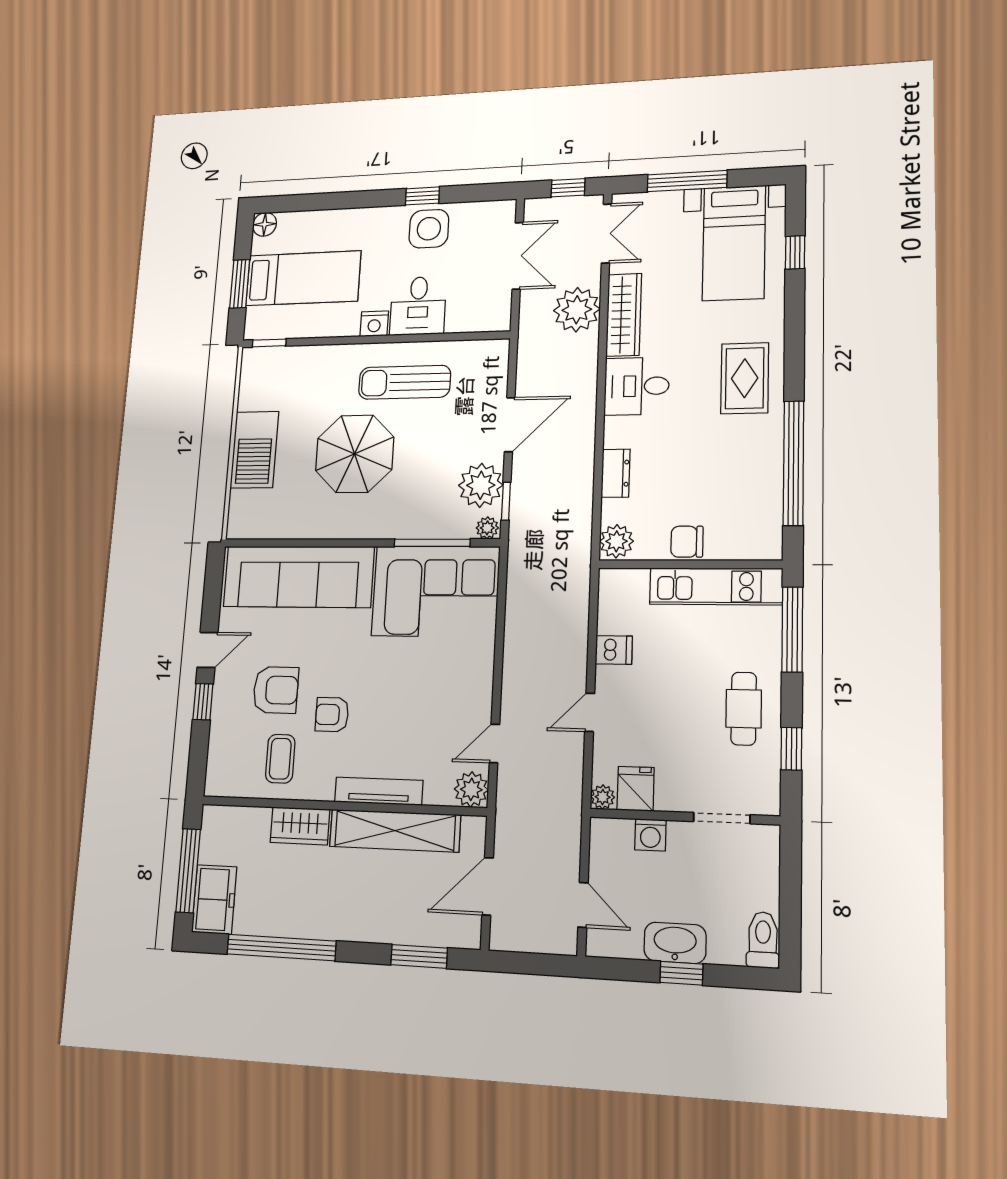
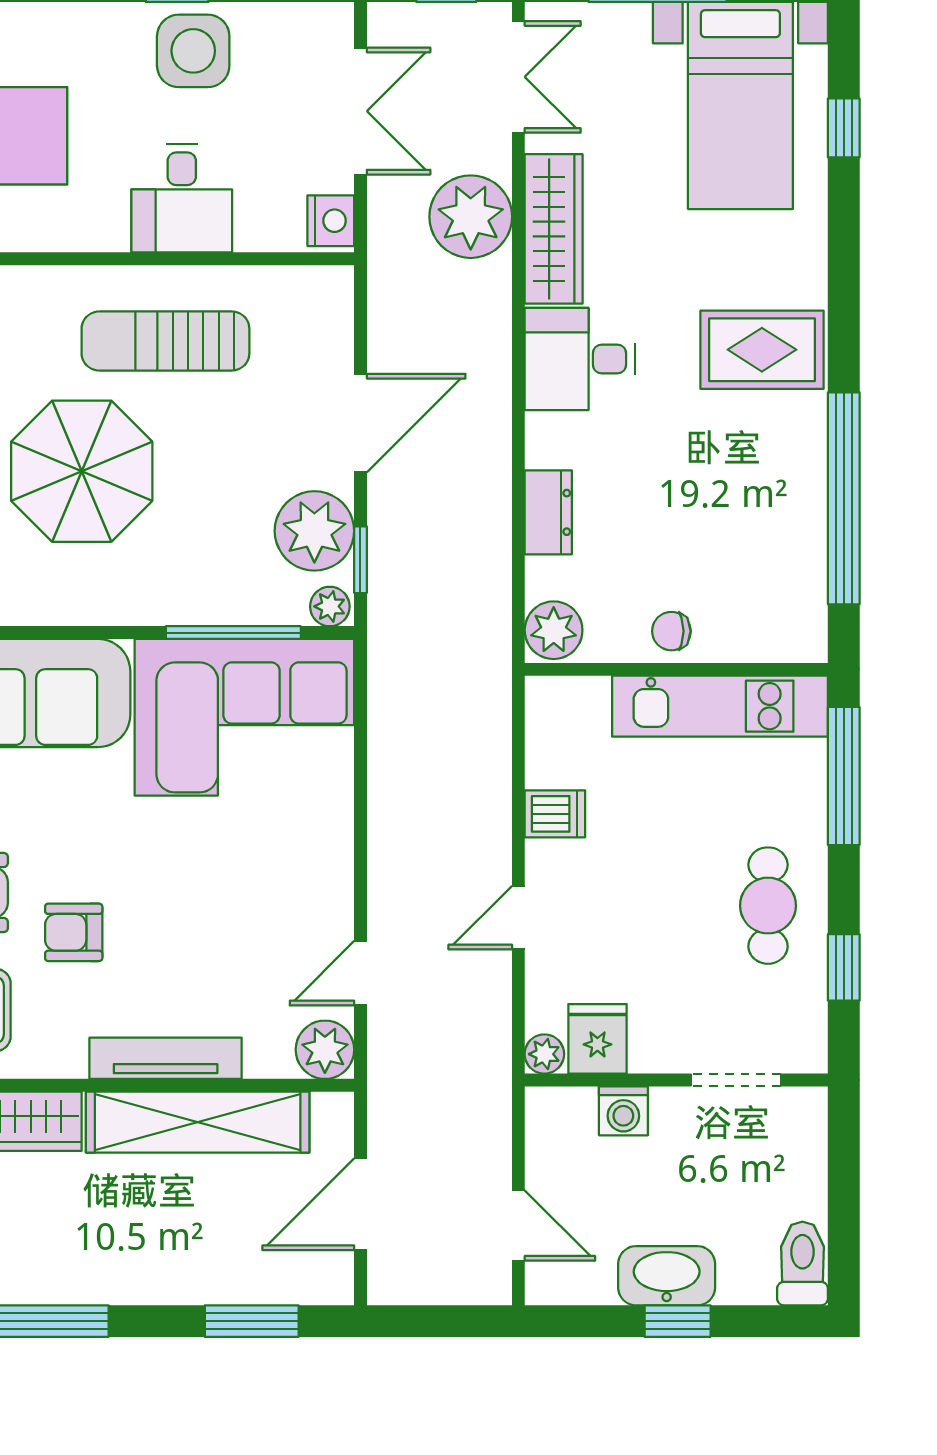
nightstand: (374, 324) -> (331, 221), moved, turned -90
rug: (745, 378) -> (762, 350), turned 90
chair: (687, 542) -> (671, 631), width x0.73, depth x0.73

